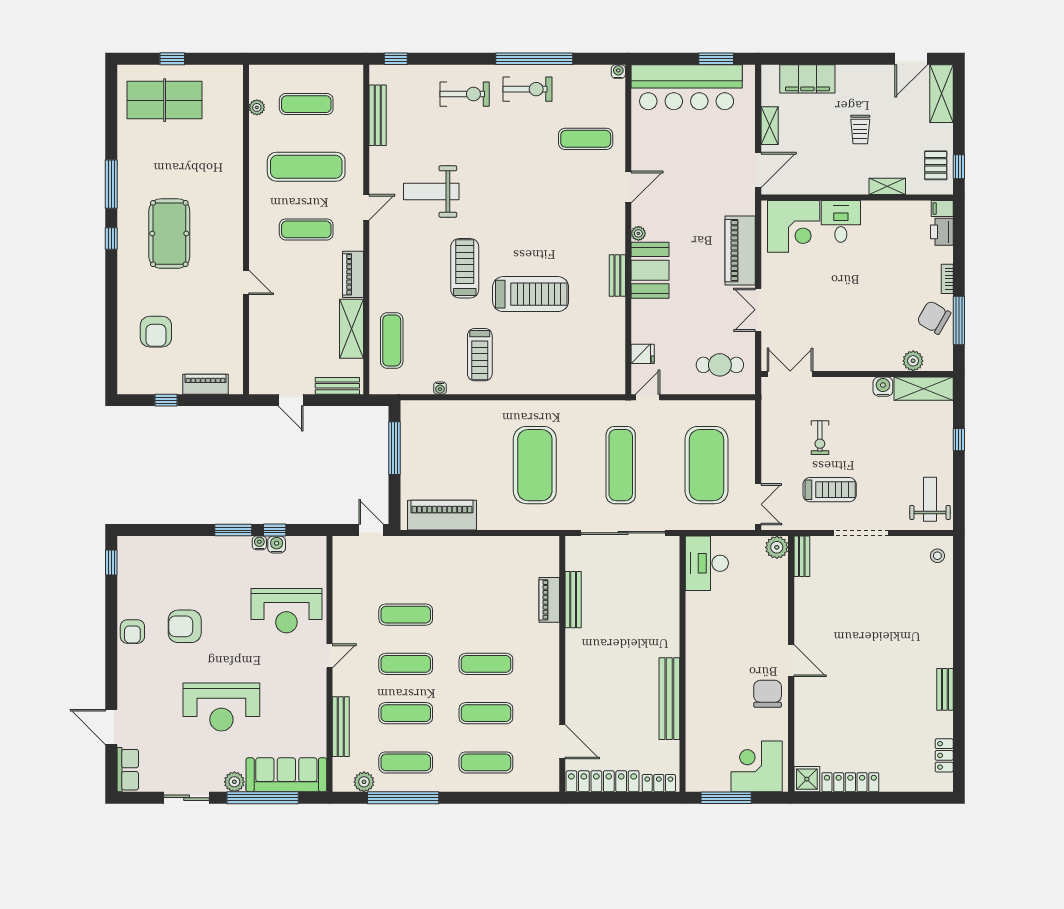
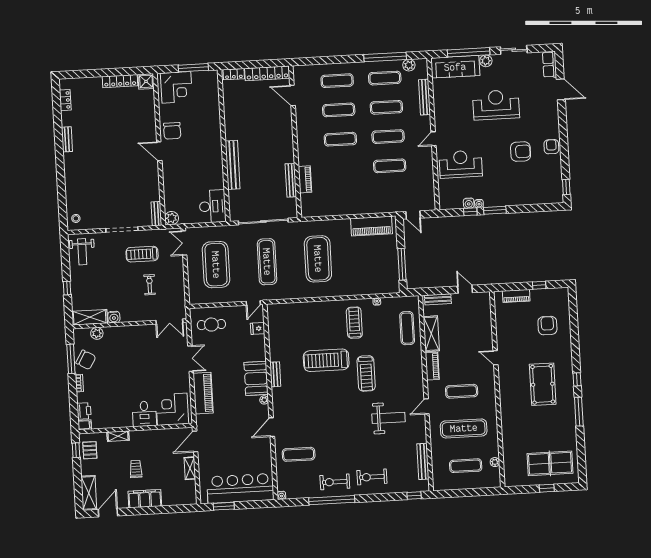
filing cabinet: (807, 79) -> (145, 499), moved
bench: (669, 699) -> (233, 165), moved

